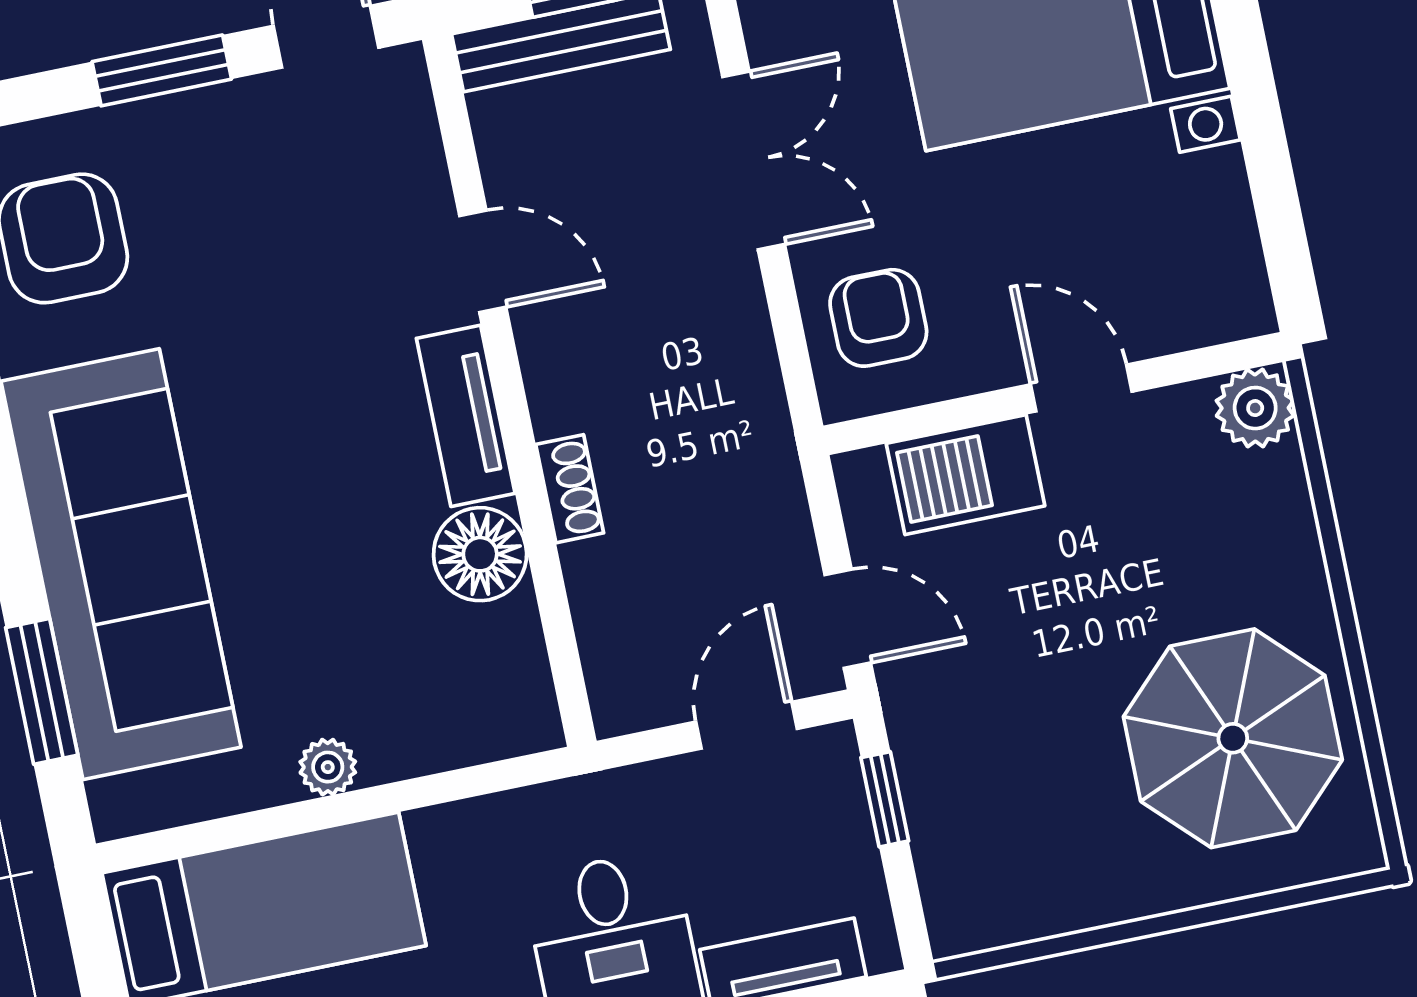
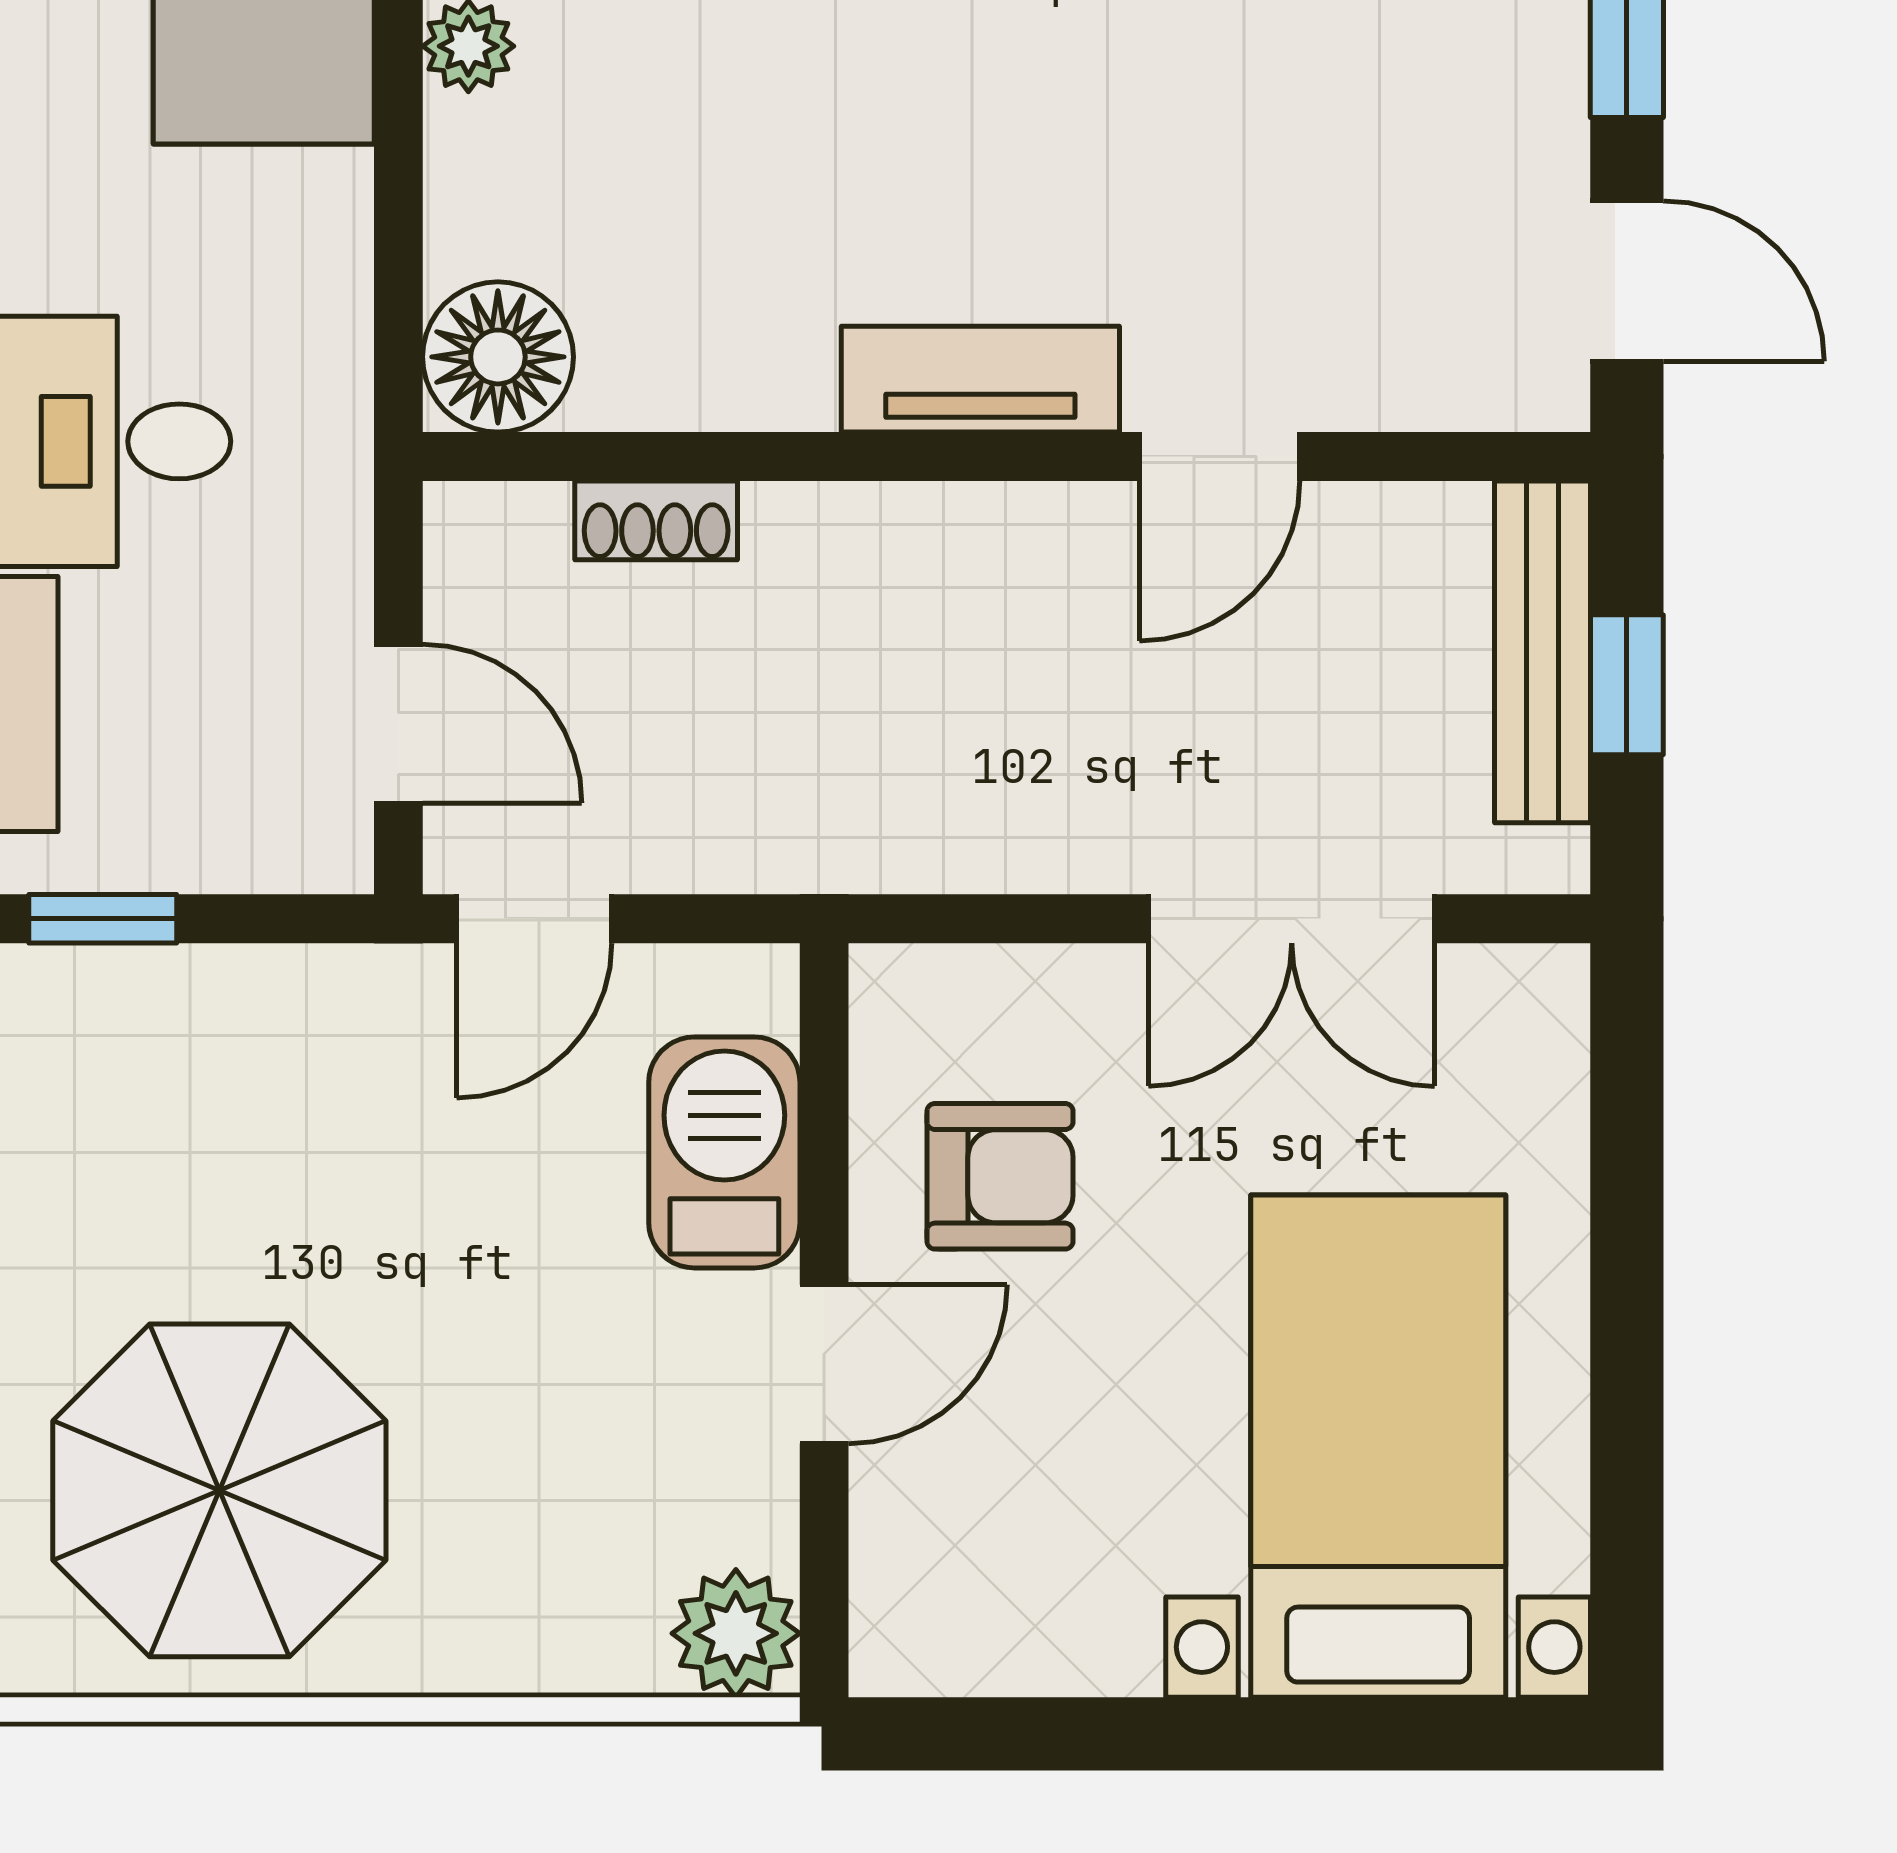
armchair: (878, 318) -> (1000, 1176), moved
shoe rack: (570, 489) -> (656, 520), moved
floor lamp: (480, 554) -> (498, 357), moved
window: (885, 799) -> (103, 919), moved

